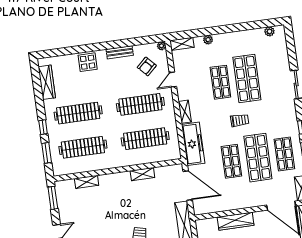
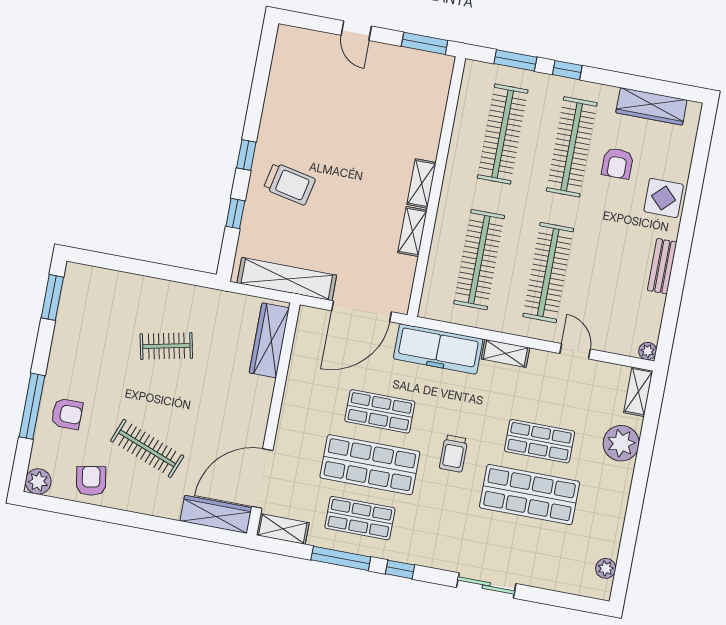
plant: (208, 40) -> (621, 443), width x1.87, depth x1.87
armchair: (147, 66) -> (617, 163), moved, turned -137
shelving: (87, 182) -> (421, 183), moved
wardrobe: (236, 221) -> (269, 340), moved

